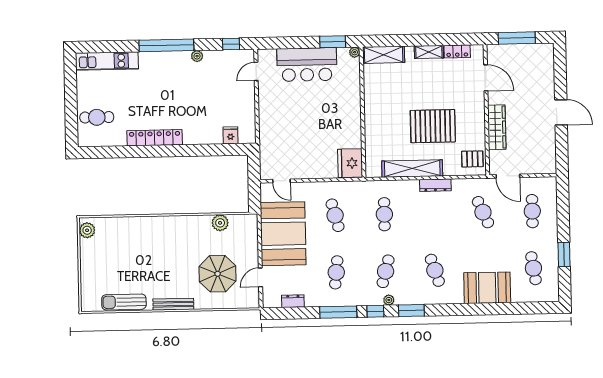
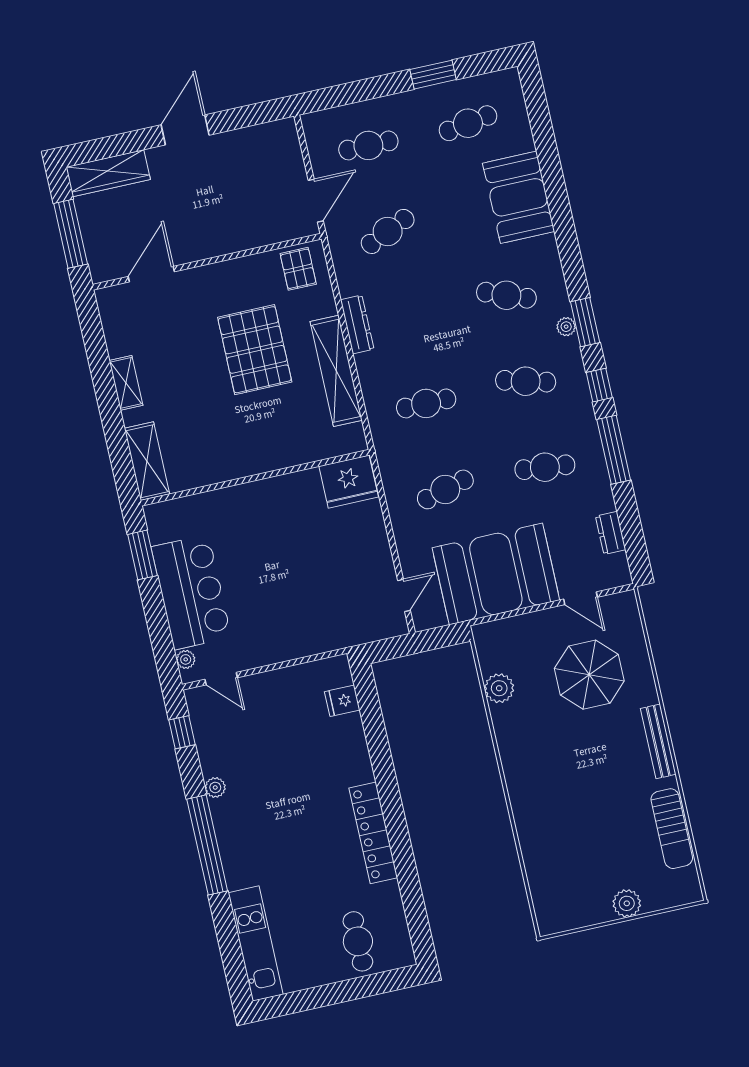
locker: (457, 51) -> (115, 333), removed
plant: (355, 52) -> (186, 659), moved
wardrobe: (497, 127) -> (108, 173), moved, turned 180
plant: (87, 230) -> (627, 903), moved
cafe table: (435, 270) -> (506, 295), turned 39
plant: (389, 300) -> (566, 327), moved

